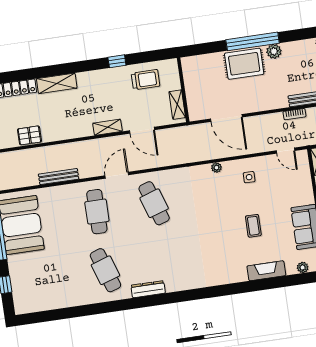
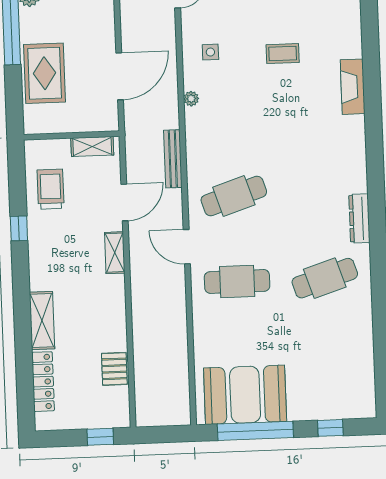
rug: (244, 64) -> (45, 73), moved
bench: (59, 177) -> (173, 159), moved
fireplace: (266, 271) -> (353, 87), moved

